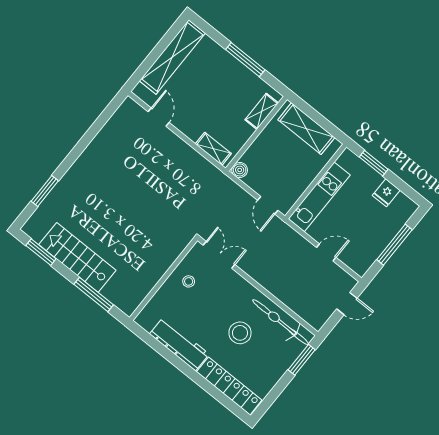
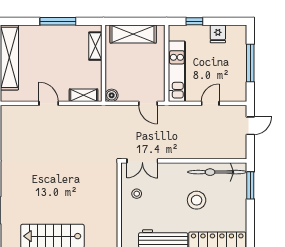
door: (159, 117) -> (49, 103), moved
window: (374, 163) -> (194, 21), width x0.67
double door: (219, 255) -> (142, 161), swing flipped

